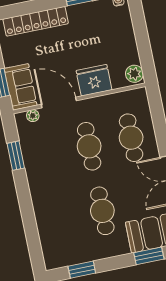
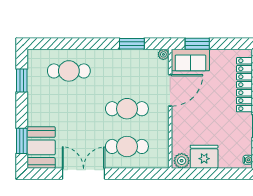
fridge: (94, 80) -> (204, 157), moved, turned -90
plant: (33, 116) -> (163, 54), moved
cafe table: (102, 211) -> (69, 71), moved

